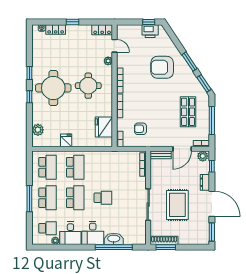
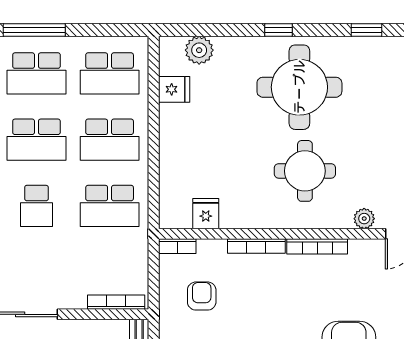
window: (29, 73) -> (367, 30), moved
fridge: (104, 127) -> (206, 214), width x0.53, depth x0.75
fridge: (66, 140) -> (174, 89), moved
school desk: (103, 167) -> (110, 206), added

